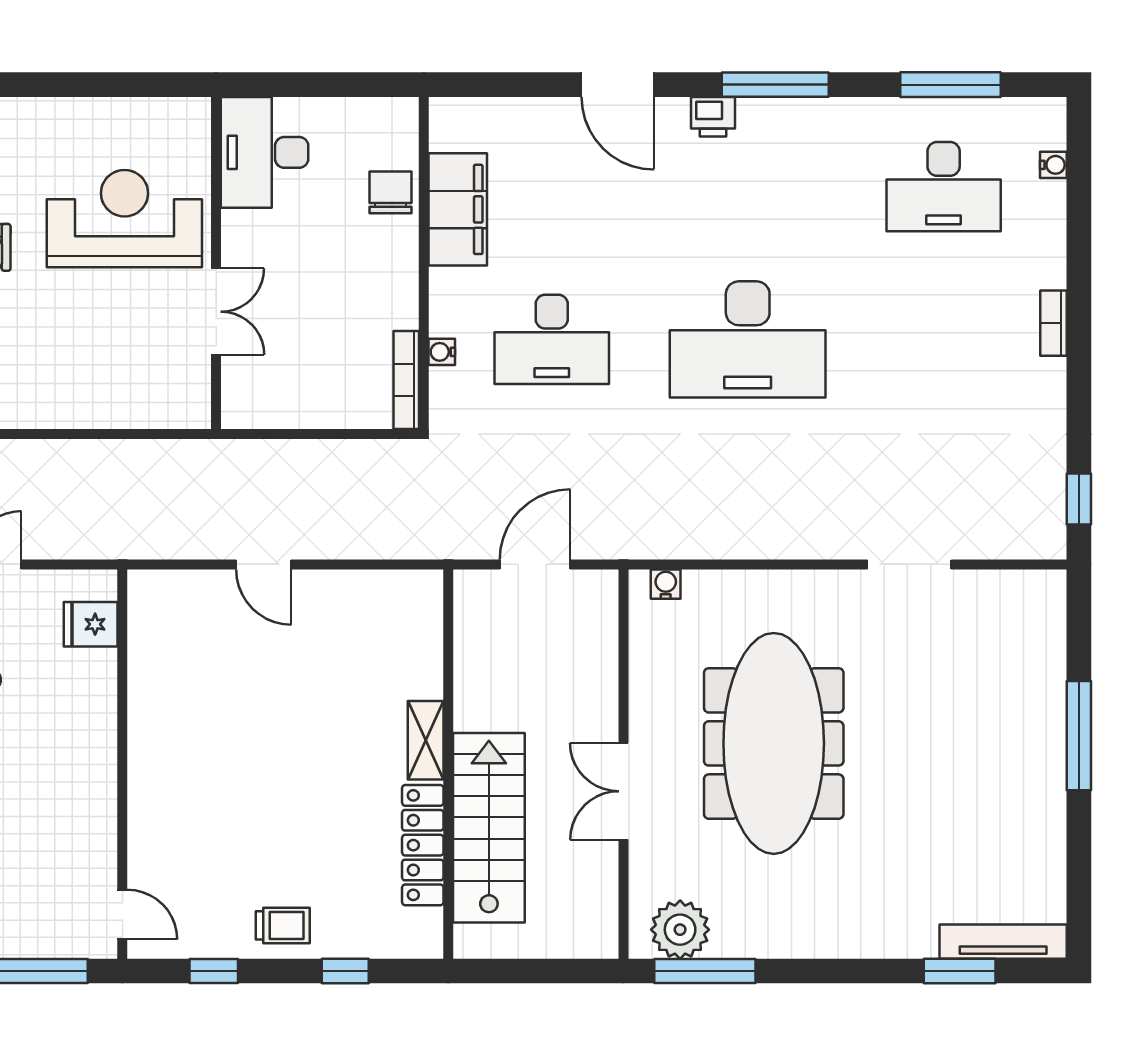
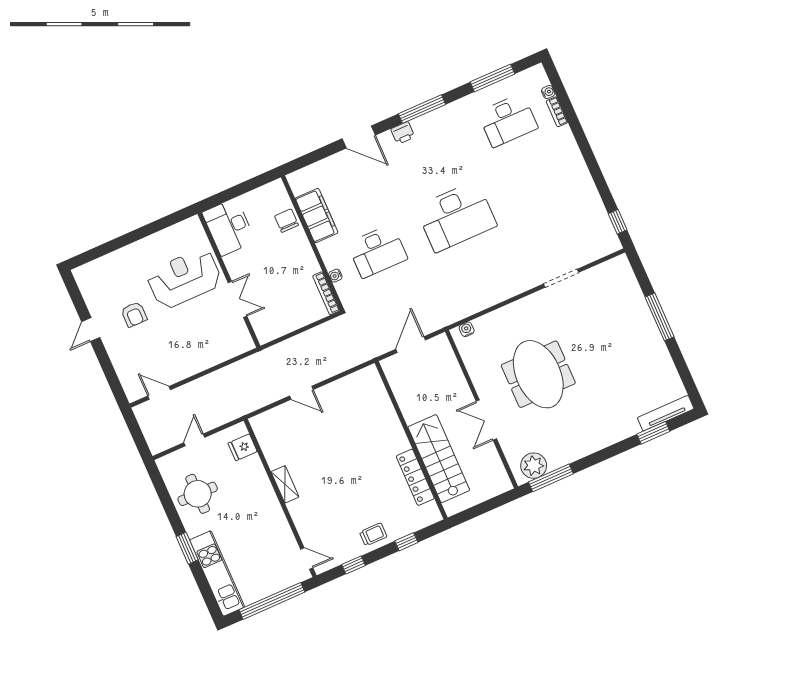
bookcase: (1054, 323) -> (557, 112), moved
shelving: (426, 740) -> (285, 484), moved
meeting table: (774, 743) -> (538, 374), width x0.73

